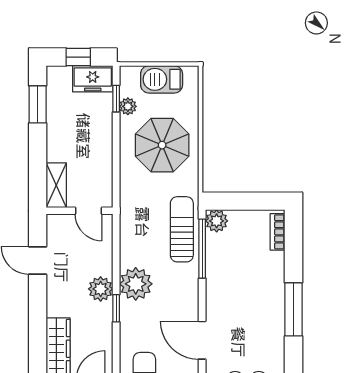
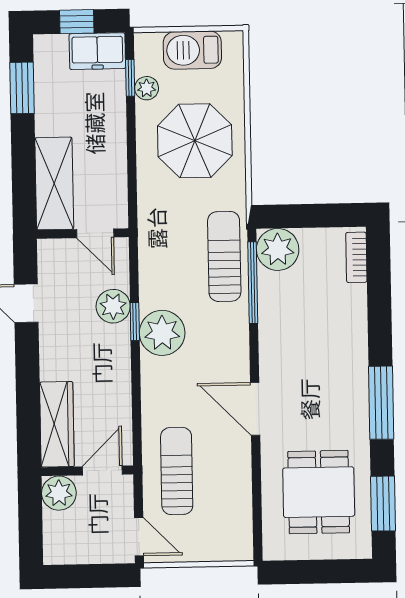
shelving: (56, 185) -> (54, 183), width x1.50, depth x1.33
plant: (217, 221) -> (278, 249), width x1.36, depth x1.36
plant: (101, 289) -> (113, 306), moved
window: (116, 308) -> (135, 321), moved
window: (293, 309) -> (381, 403), moved

